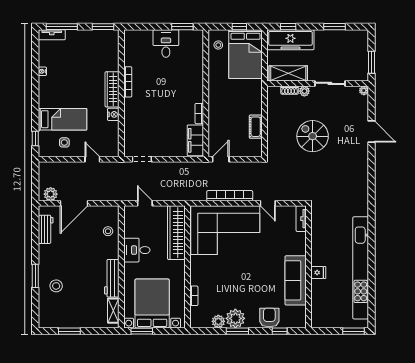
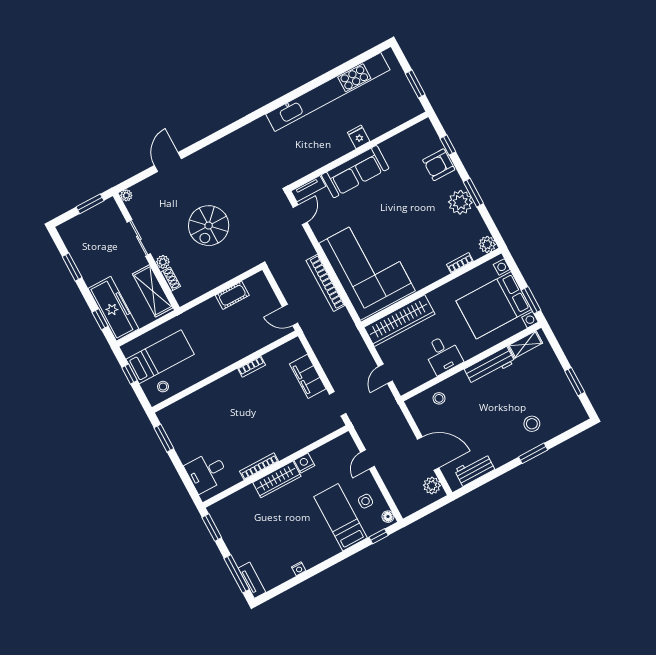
desk: (166, 44) -> (207, 472), moved
bed: (245, 54) -> (160, 357), width x0.67
filing cabinet: (195, 140) -> (308, 376), moved, turned 90
floor lamp: (45, 152) -> (388, 517), added
door: (268, 203) -> (300, 215), moved
sofa: (296, 280) -> (355, 172), moved
plant: (218, 321) -> (487, 244), moved
window: (353, 331) -> (415, 84), moved

